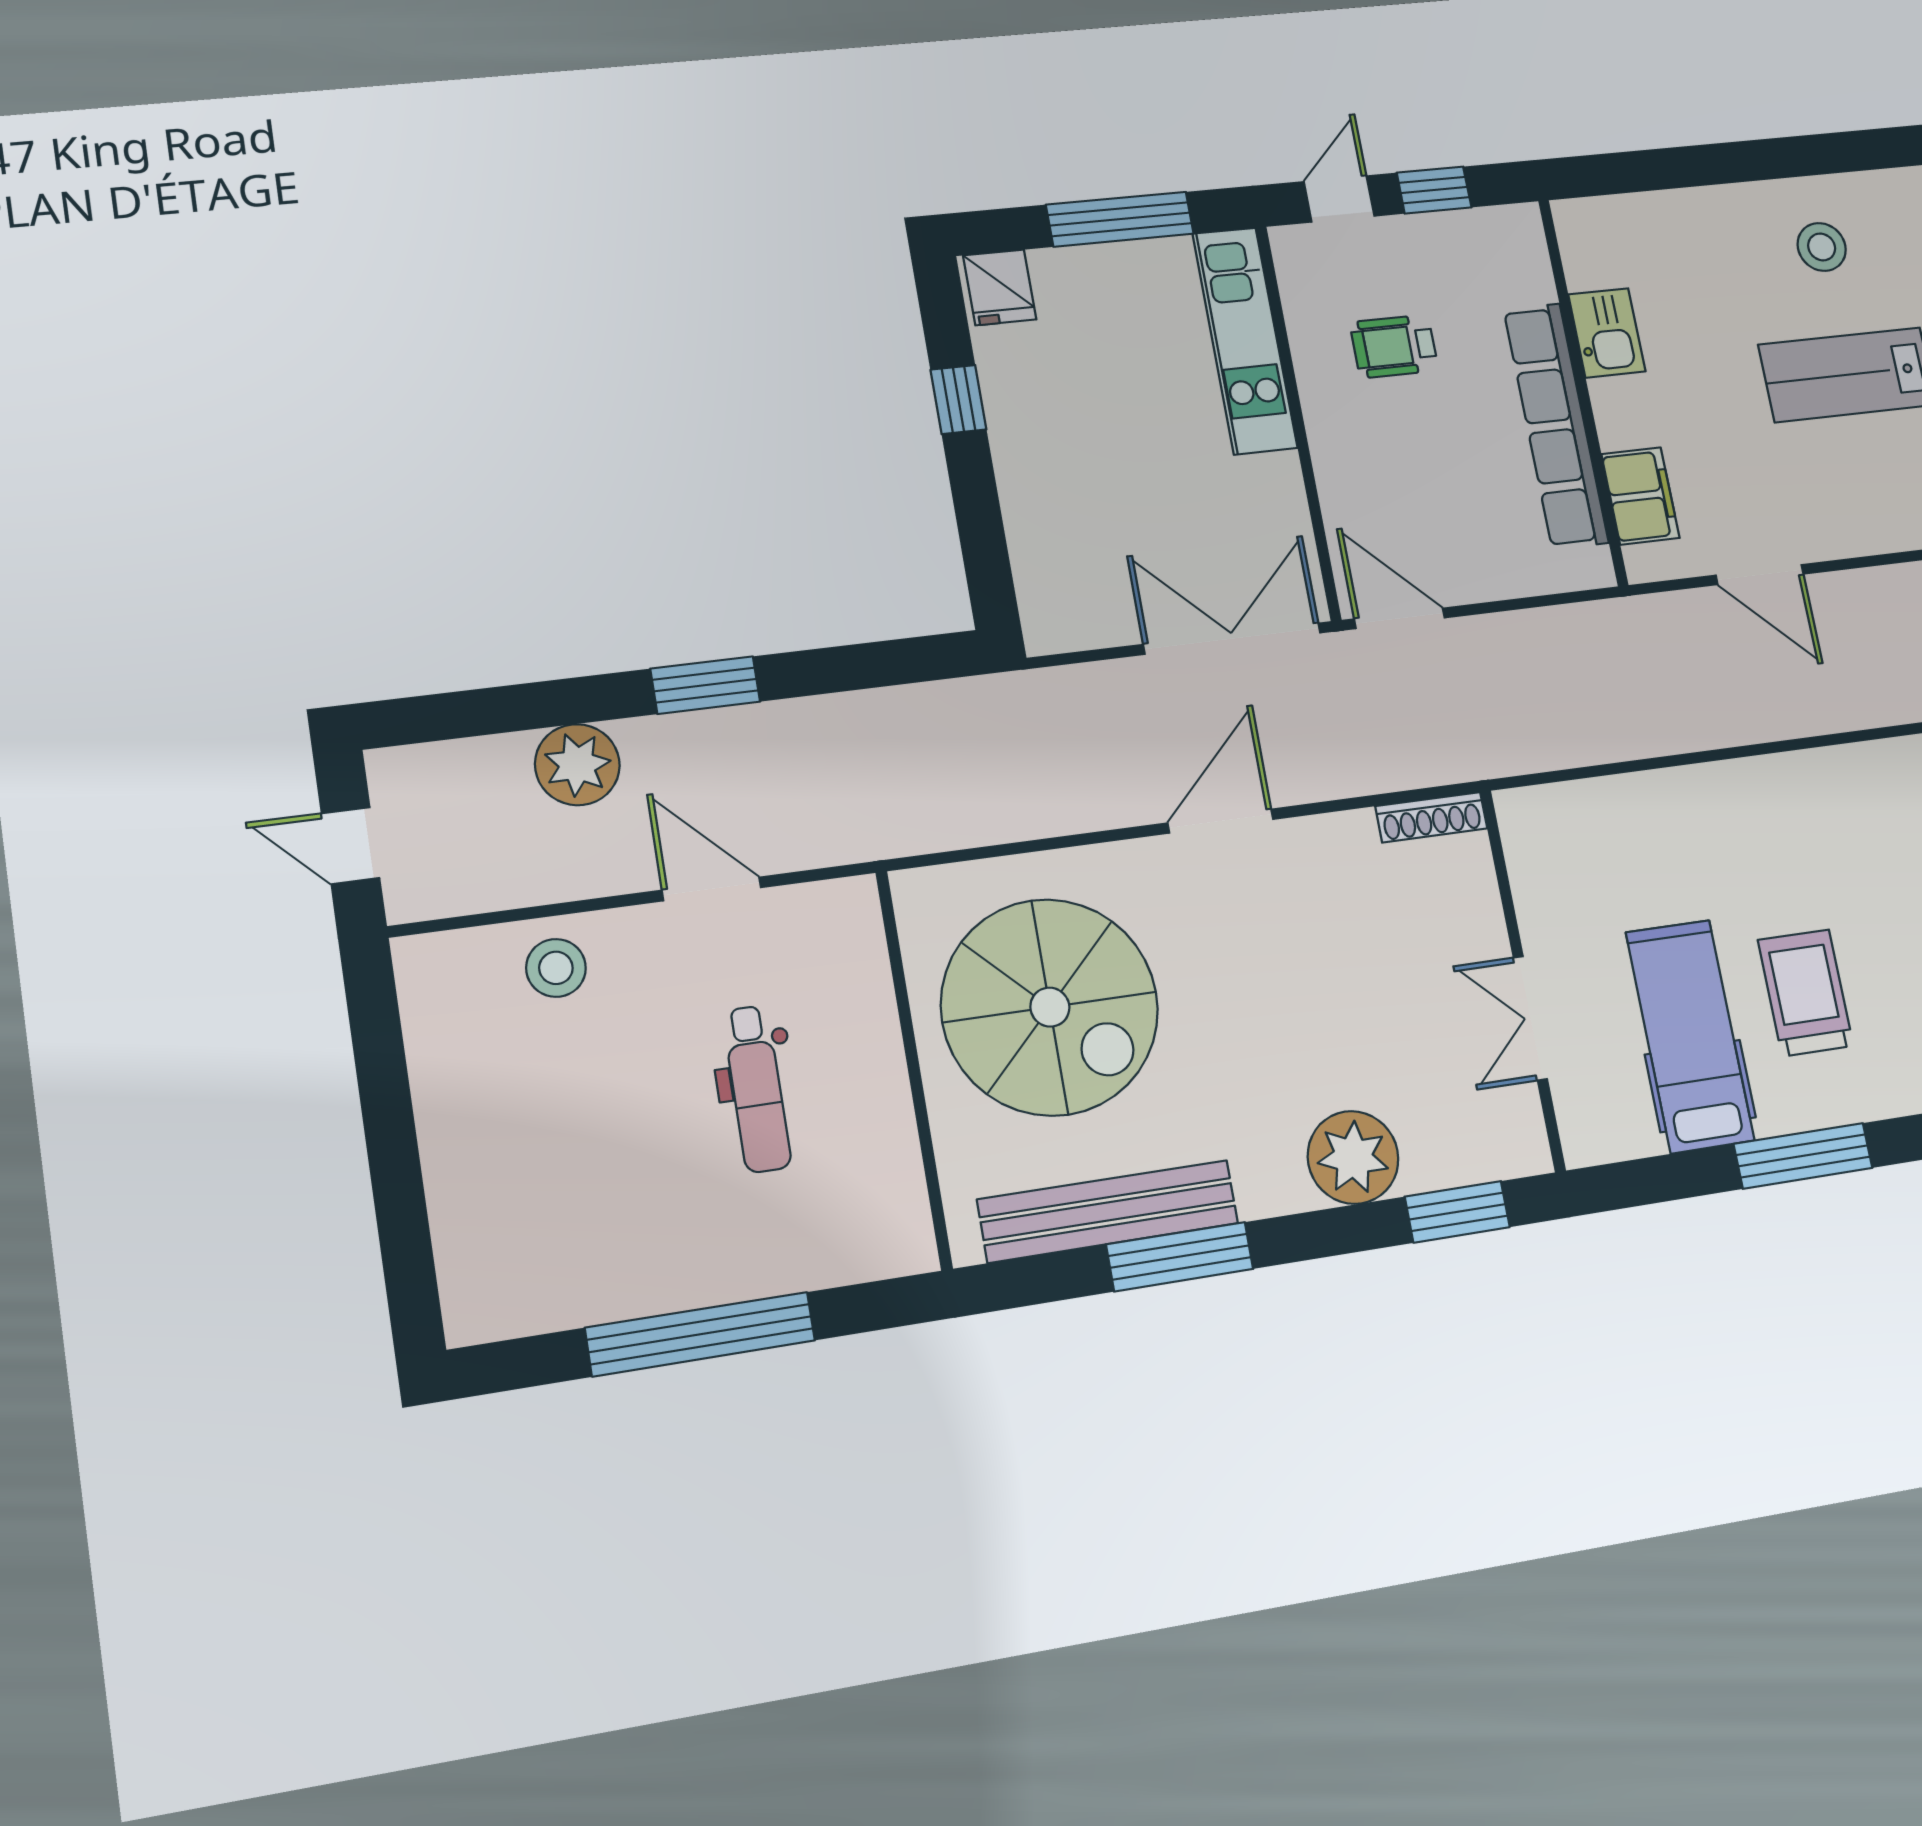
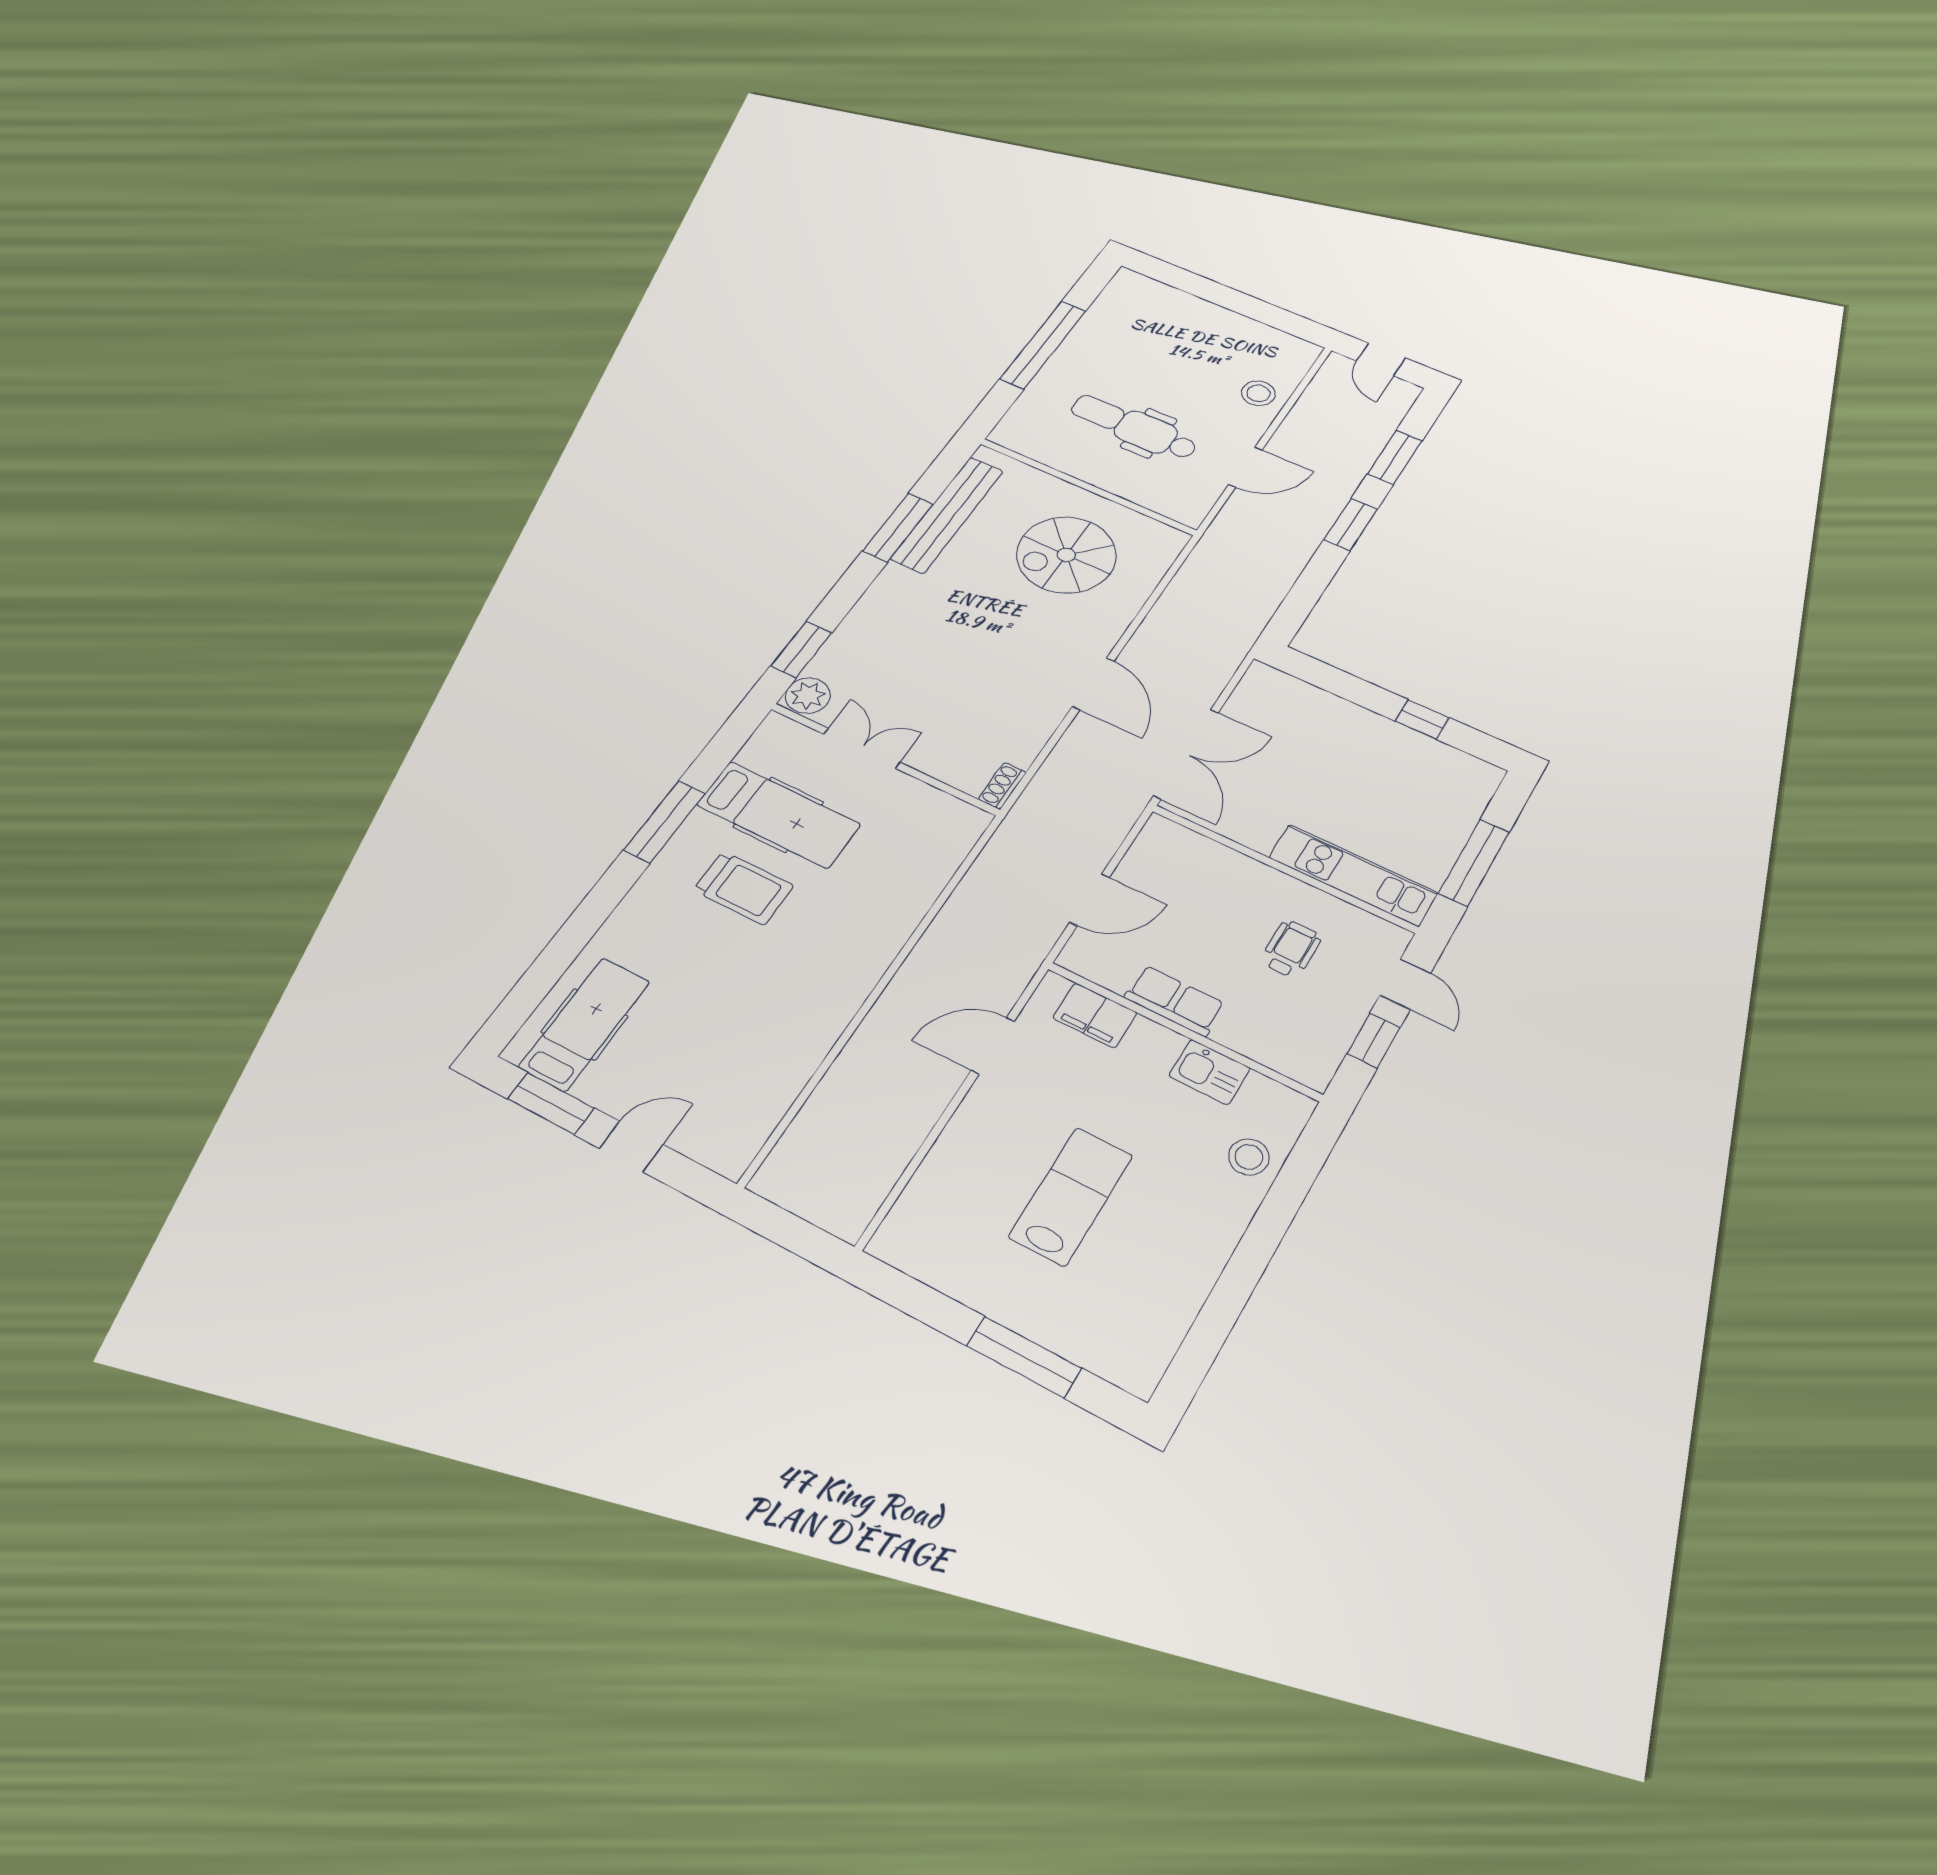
stool: (1822, 247) -> (1249, 1157), moved
fridge: (1000, 287) -> (1474, 779), removed
row of seats: (1556, 426) -> (1175, 1001), width x0.50
door: (1400, 618) -> (1090, 900), moved
window: (534, 706) -> (1395, 457), added
plant: (577, 765) -> (1351, 456), removed
shoe rack: (1431, 817) -> (1002, 786), width x0.70
door: (351, 846) -> (1381, 359), swing flipped
spiral stairs: (1050, 1007) -> (1066, 555), width x0.73, depth x0.73
dental chair: (757, 1089) -> (1134, 427), width x1.36, depth x1.38
plant: (1353, 1157) -> (808, 696), moved, width x0.73, depth x0.73

